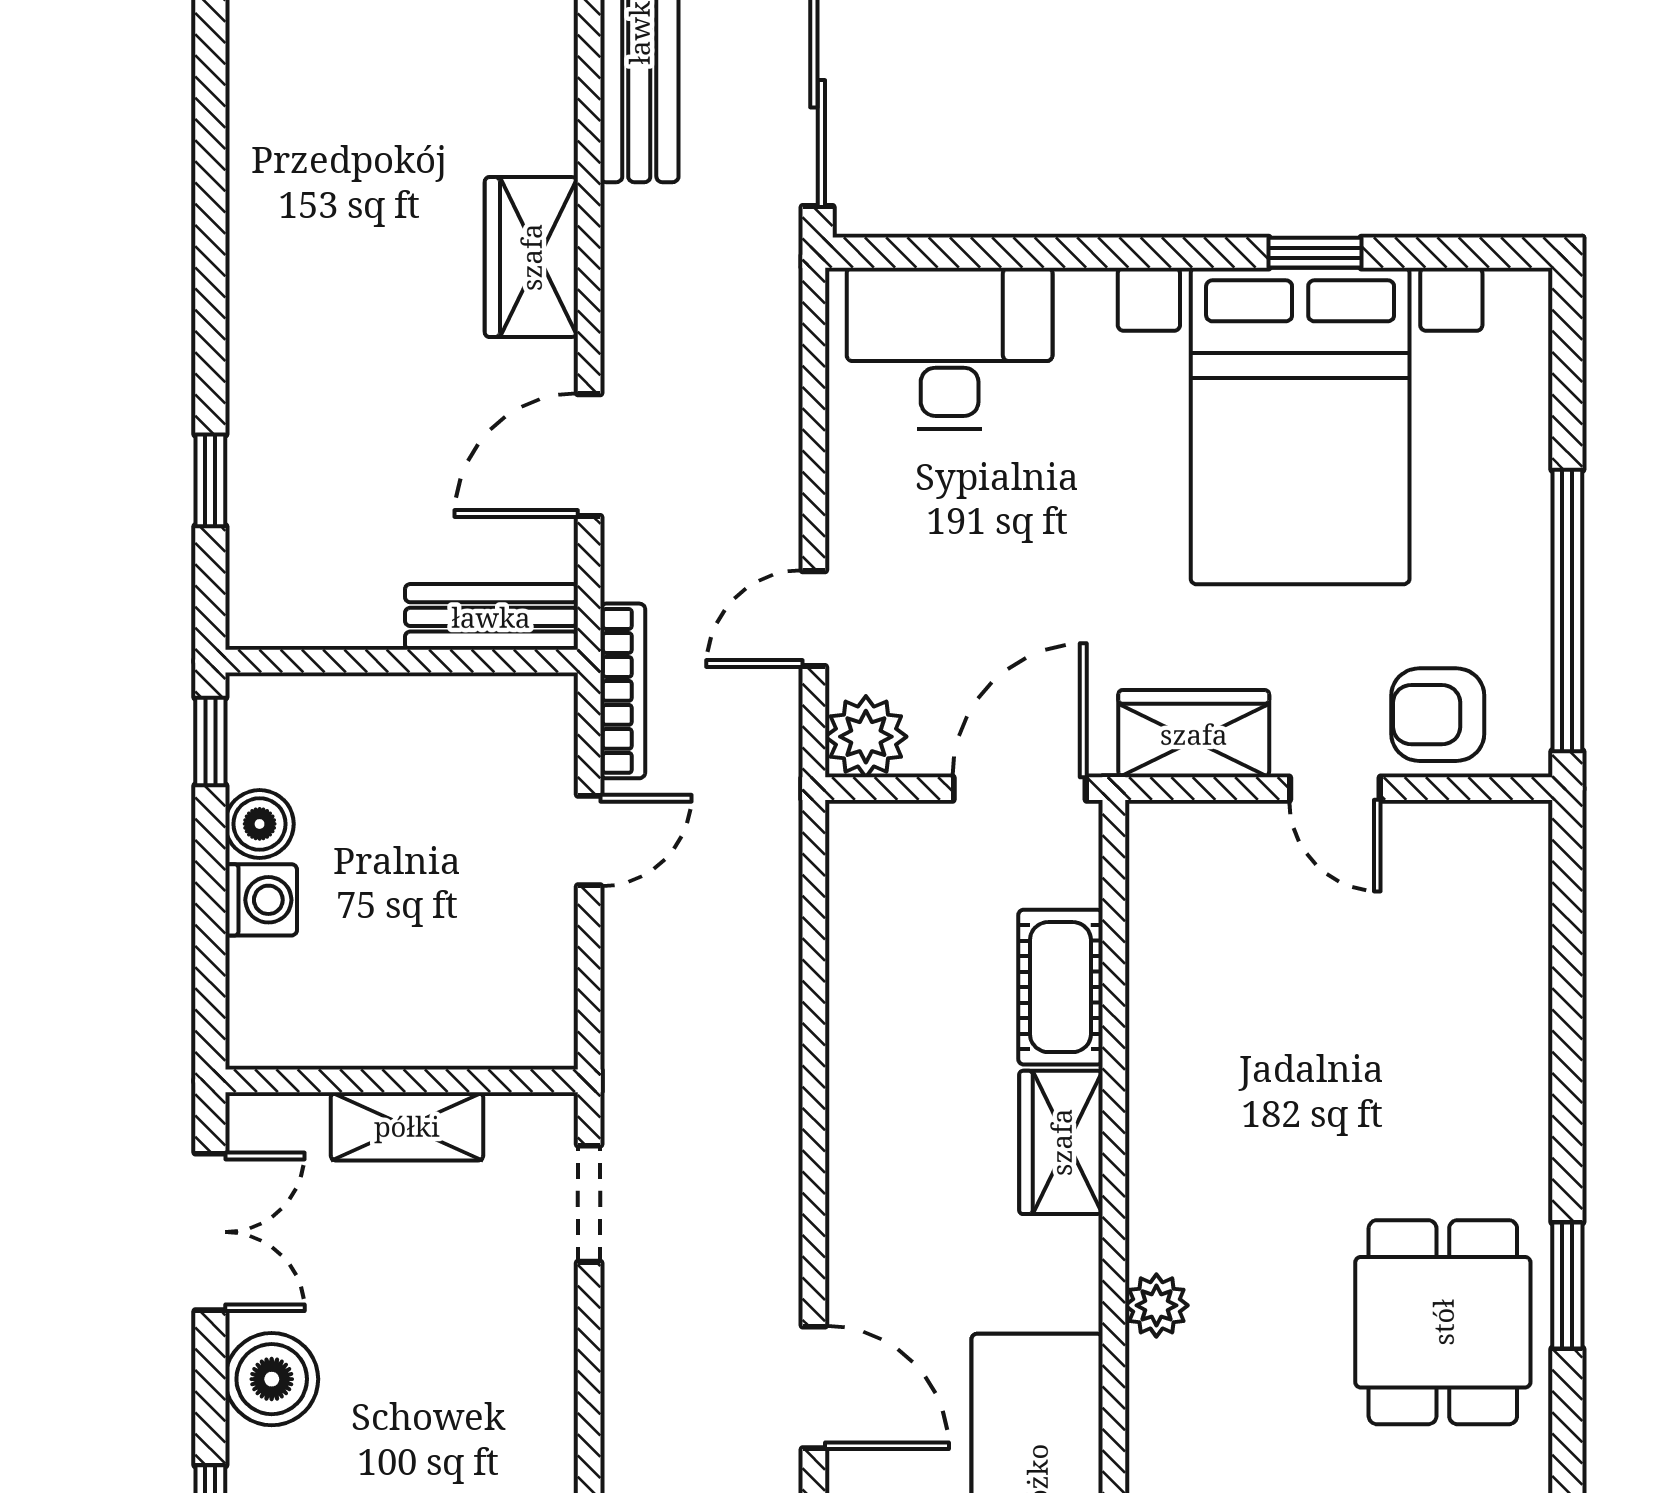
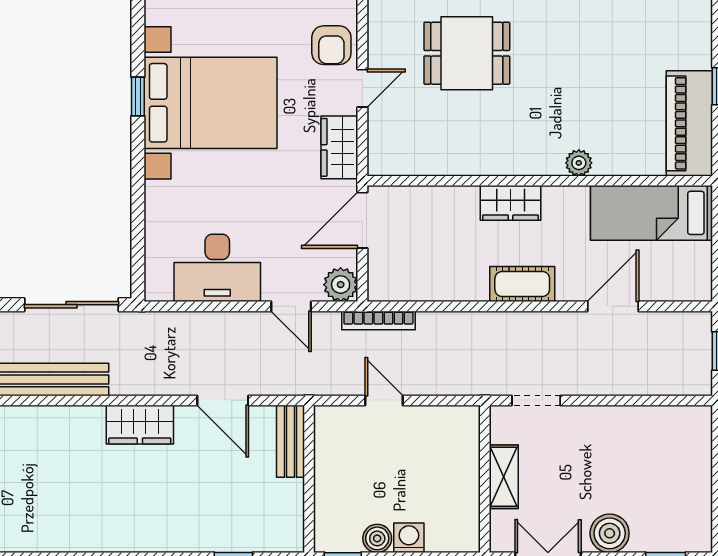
desk: (950, 348) -> (217, 268), moved, turned -90
bookcase: (623, 691) -> (378, 320), moved, turned 180
door: (1020, 789) -> (362, 220), hinge flipped
cot: (1060, 987) -> (522, 284), moved
dining table: (1443, 1322) -> (467, 53), moved

